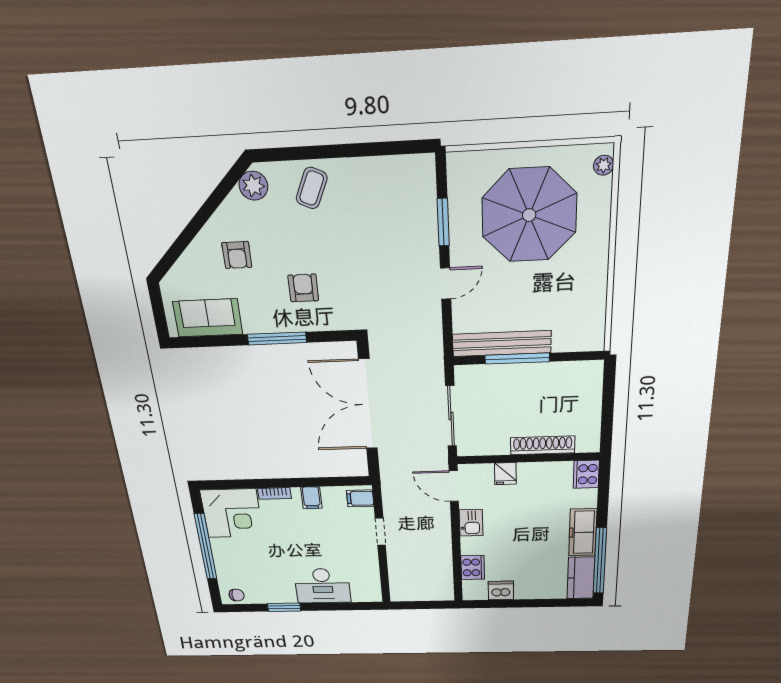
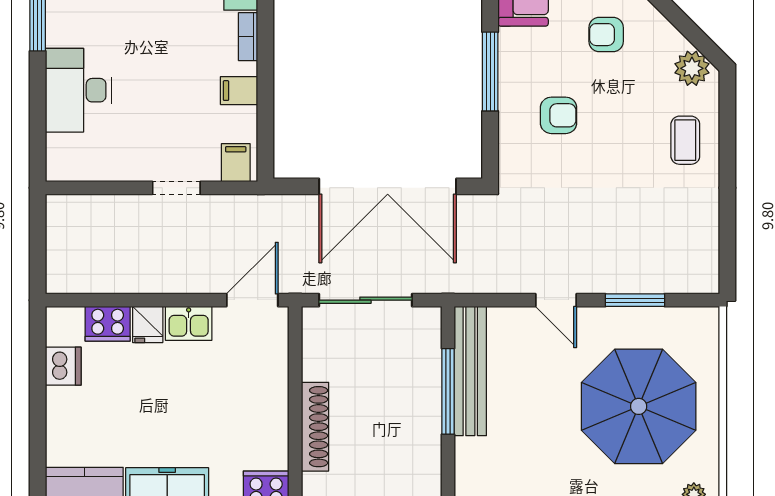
coffee table: (312, 188) -> (685, 140), turned 66
double door: (368, 404) -> (388, 186), swing flipped
fridge: (505, 474) -> (148, 325), moved, turned -90

